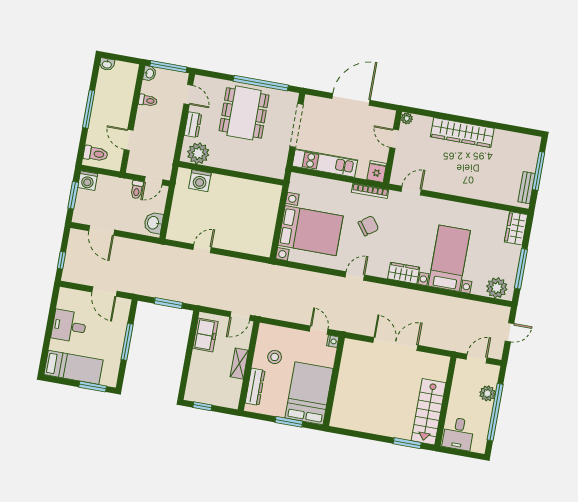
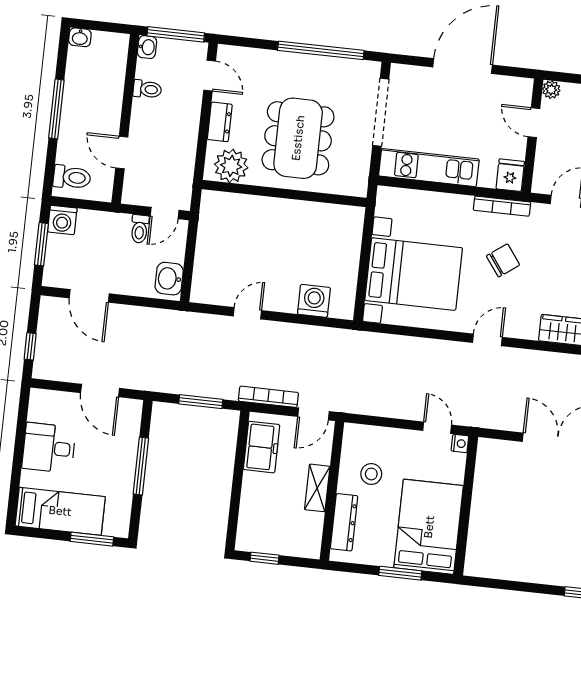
dining table: (244, 113) -> (298, 138), moved
washing machine: (200, 181) -> (314, 301), moved, turned 180
bookcase: (212, 303) -> (268, 397), added

